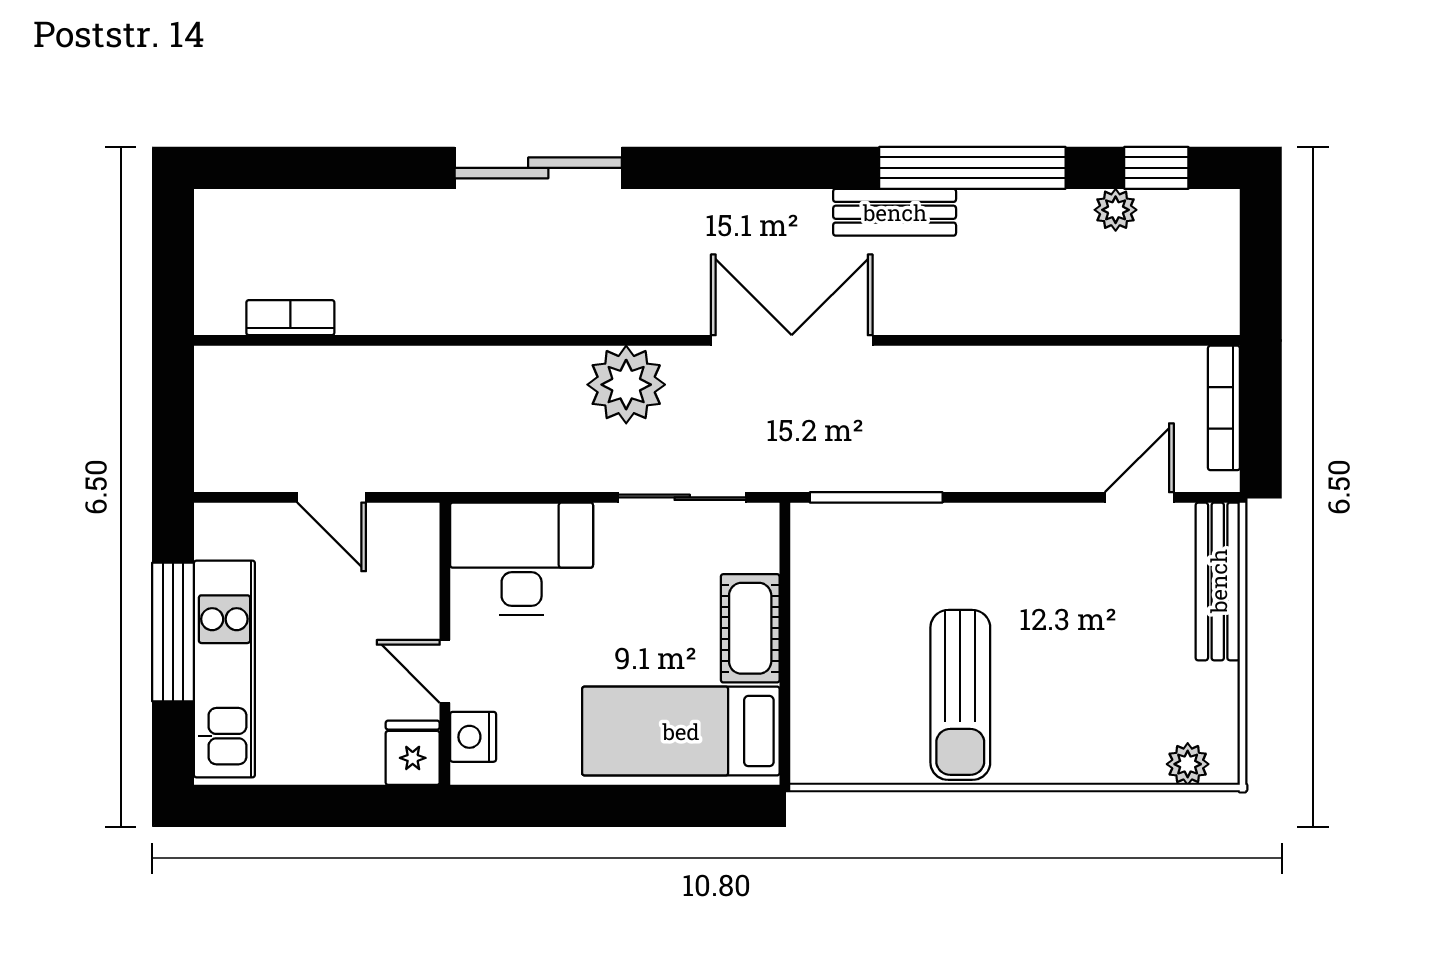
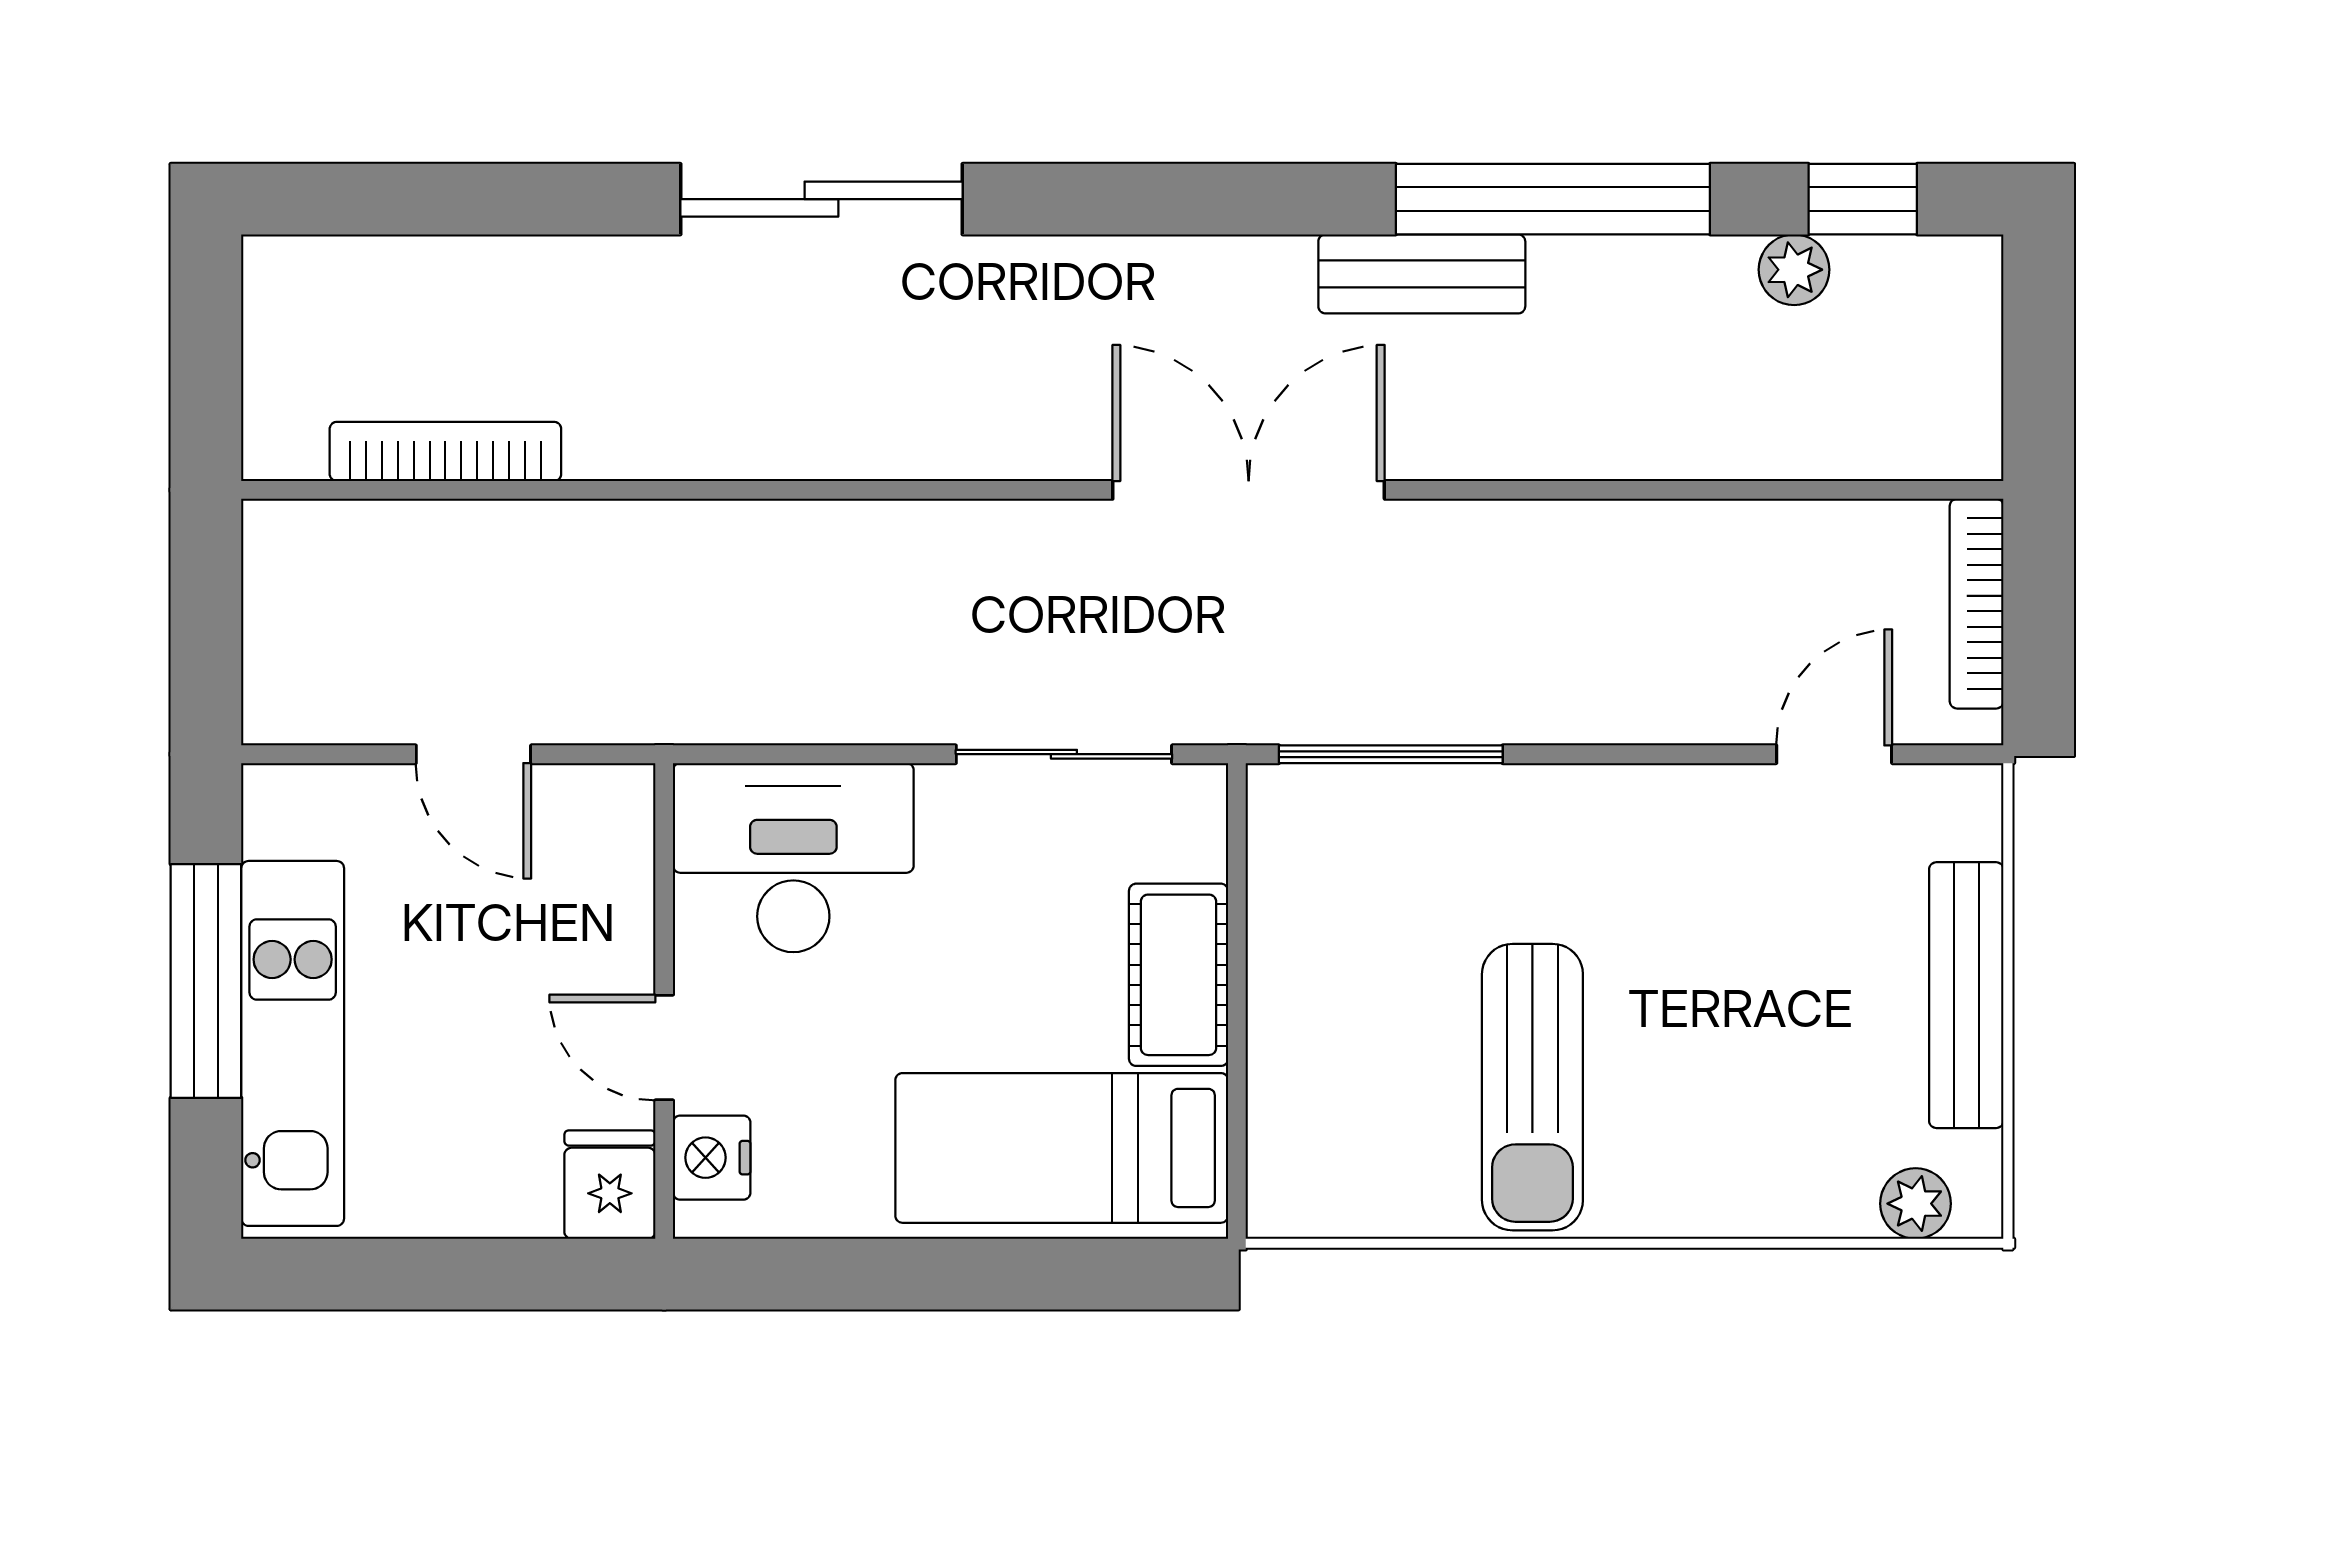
bookcase: (290, 318) -> (445, 451), width x1.56
plant: (626, 385) -> (970, 564), removed
bench: (1218, 581) -> (1966, 995), moved

